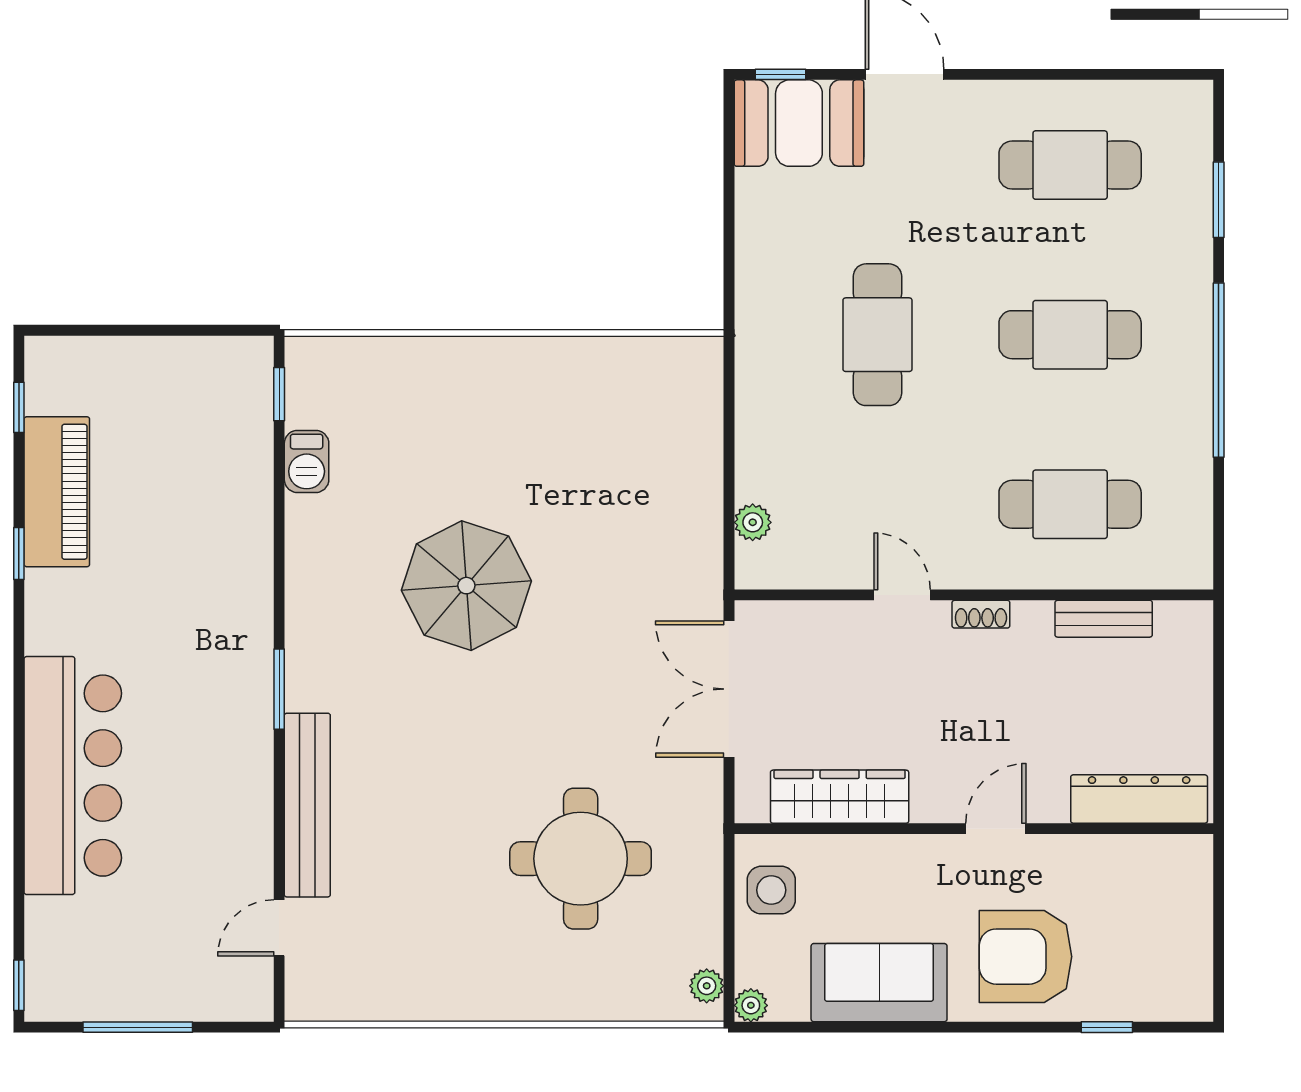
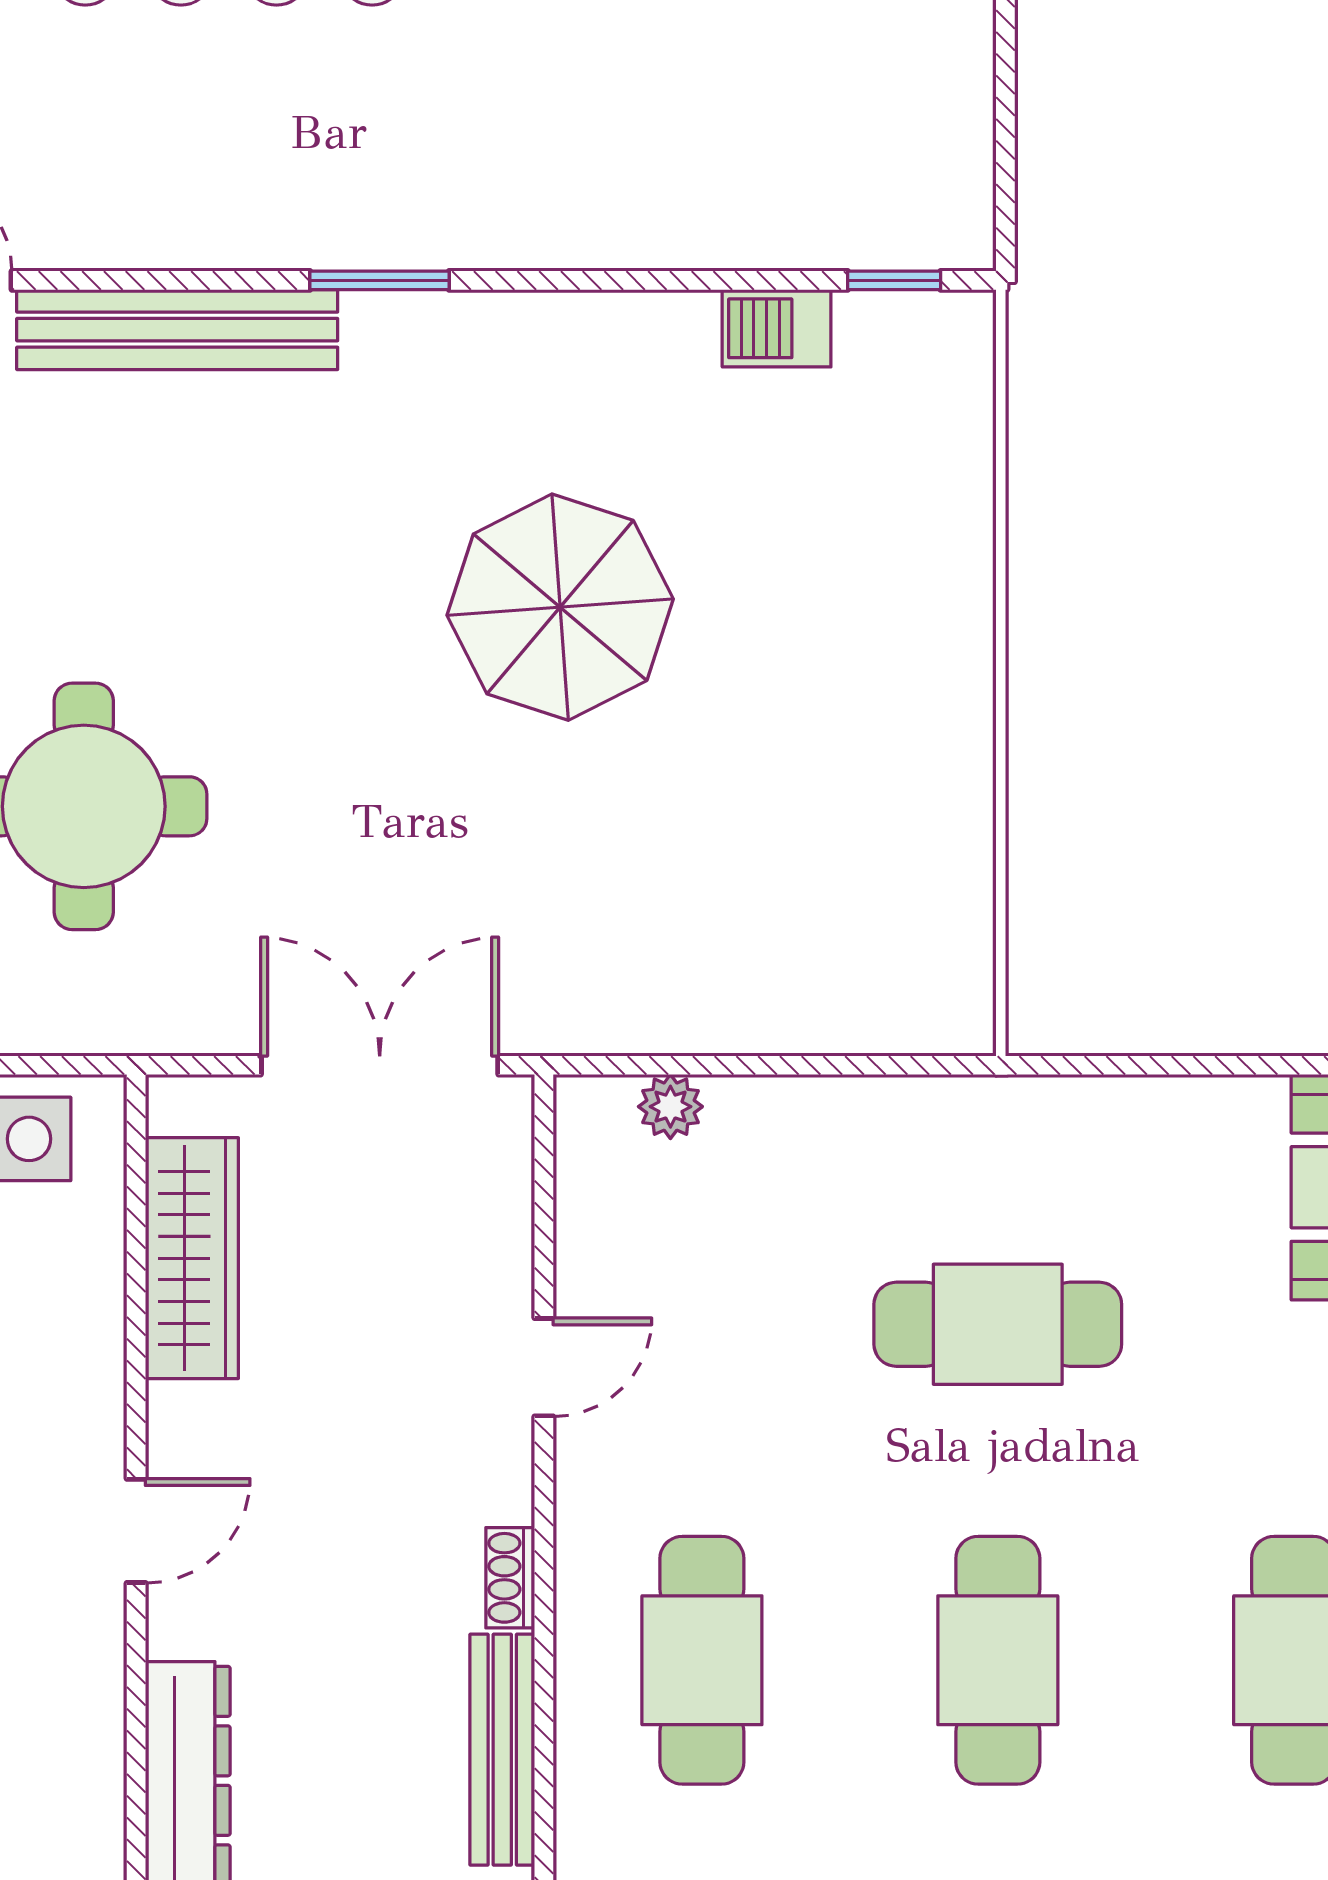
shoe rack: (981, 614) -> (510, 1578), moved
bench: (1104, 619) -> (502, 1750), width x1.36
door: (996, 829) -> (136, 1531), hinge flipped

